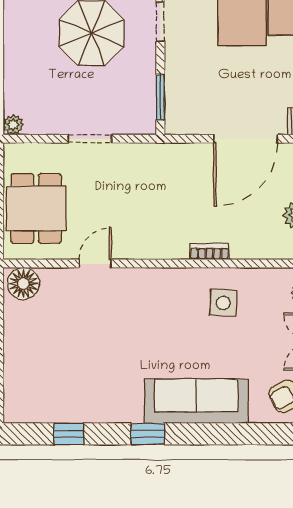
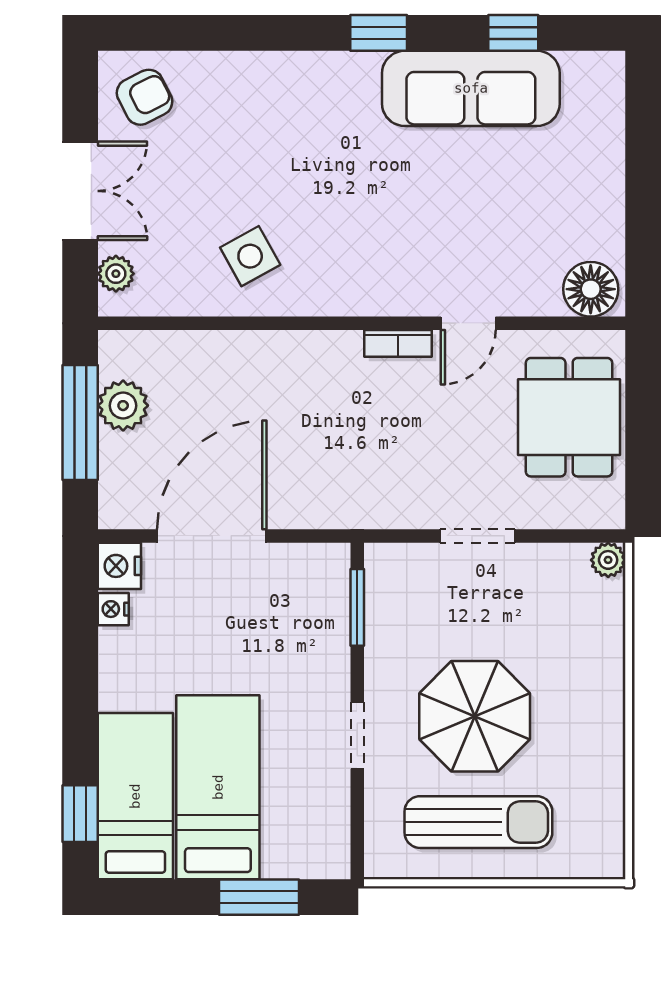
bookcase: (209, 252) -> (398, 343), moved
side table: (223, 303) -> (250, 256), turned -32
sofa: (196, 401) -> (471, 88), moved

